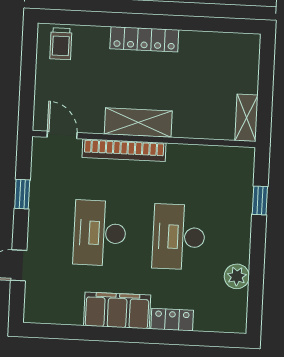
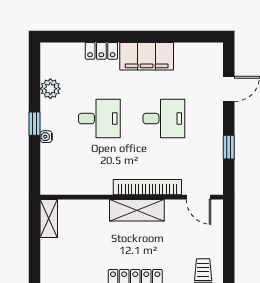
window: (260, 200) -> (35, 124), moved
water cooler: (245, 218) -> (46, 137), added
desk: (100, 233) -> (164, 119), width x0.73
desk: (179, 237) -> (99, 119), width x0.73

